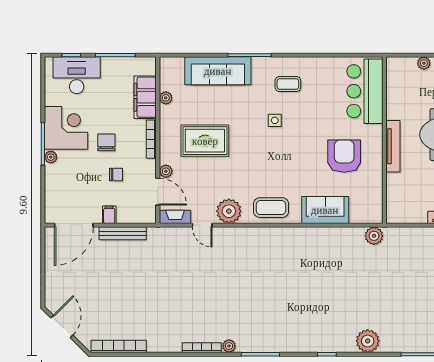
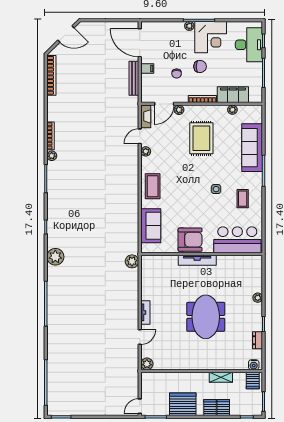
bar counter: (365, 91) -> (237, 240), moved
wall: (384, 140) -> (202, 254), moved
tv unit: (393, 146) -> (197, 260), moved
plant: (229, 211) -> (146, 151), width x0.53, depth x0.53

